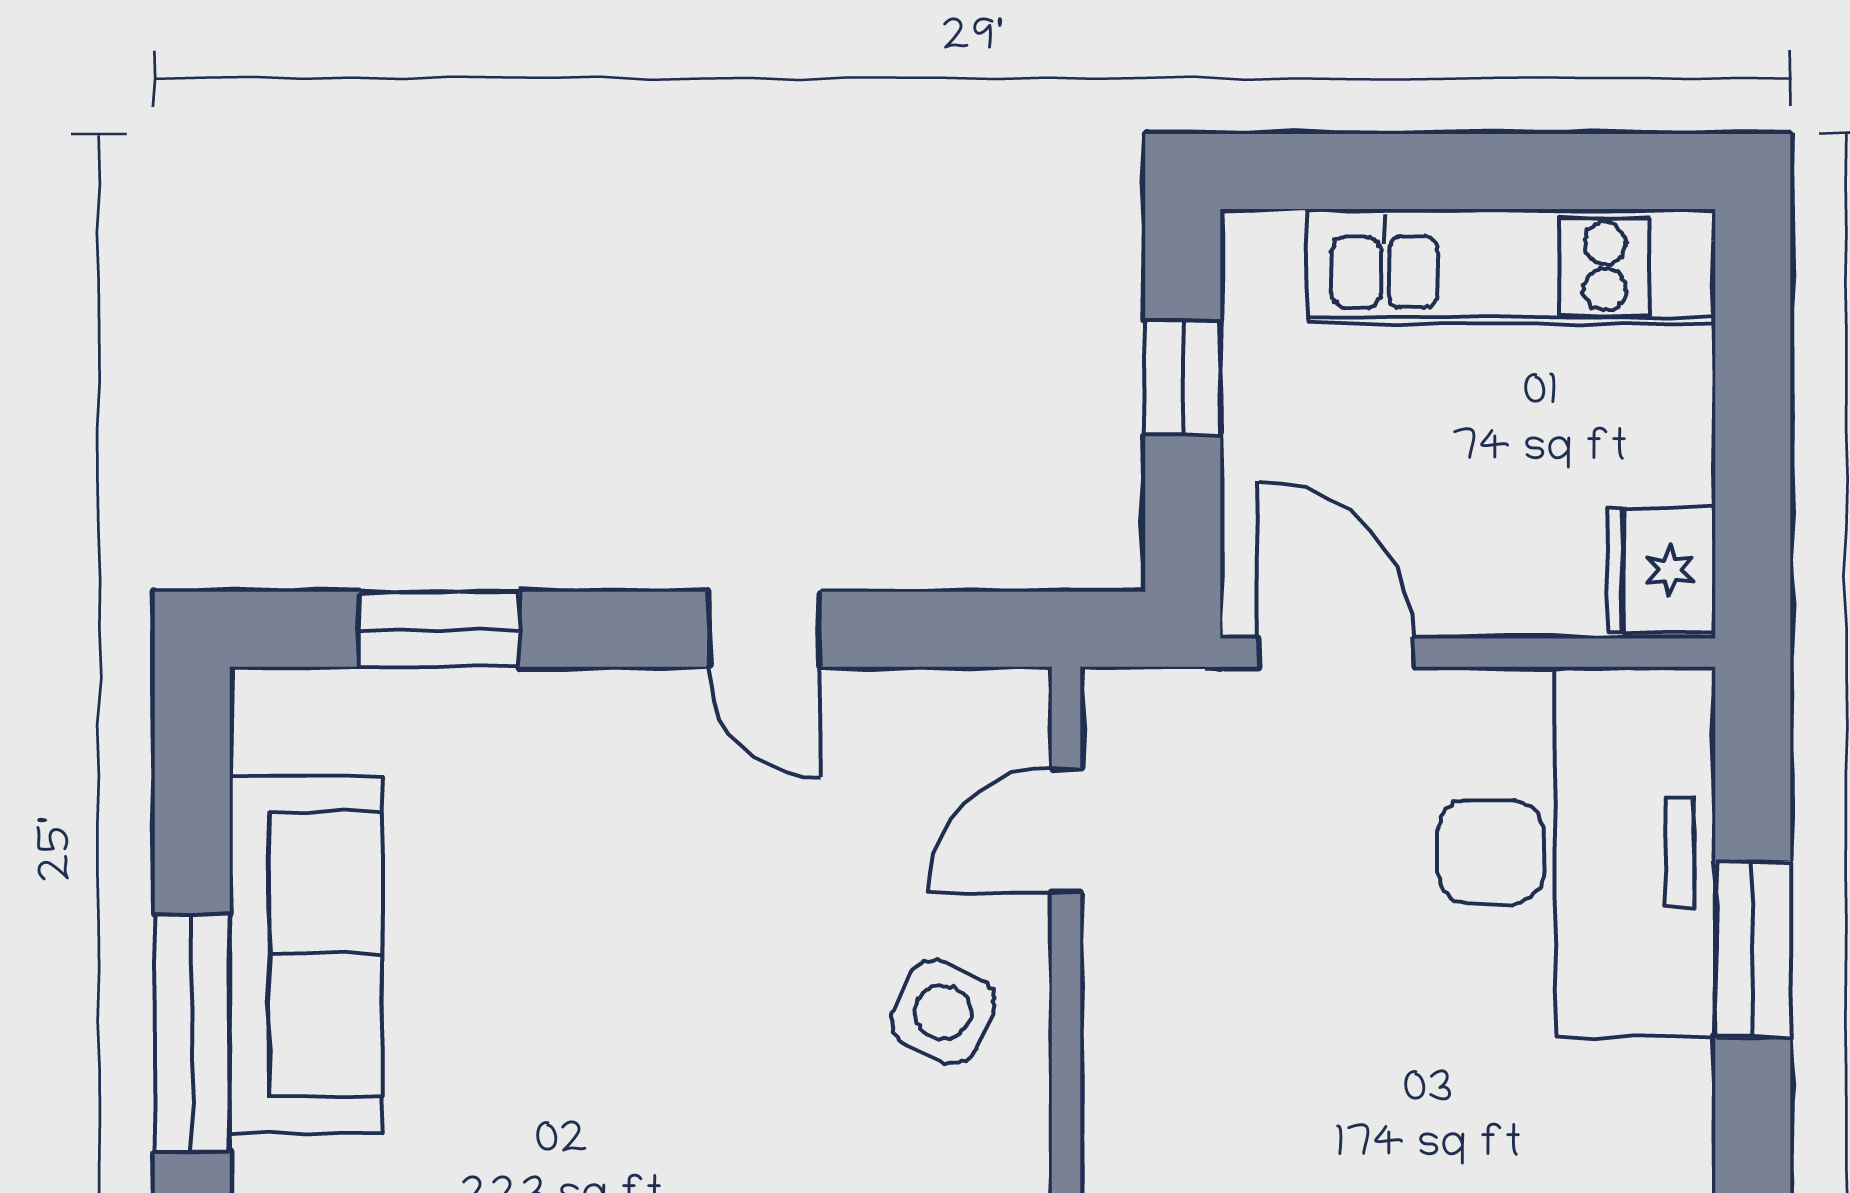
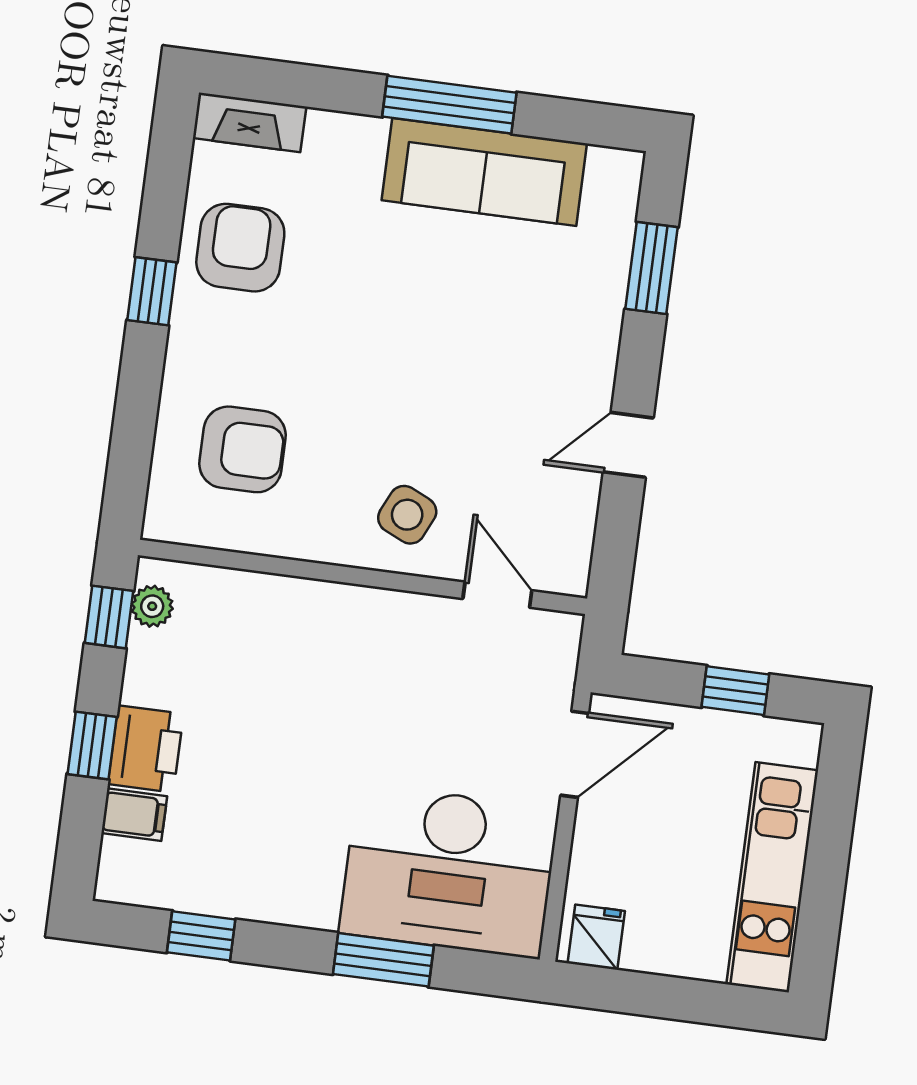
fridge: (1661, 570) -> (596, 937), width x0.72

